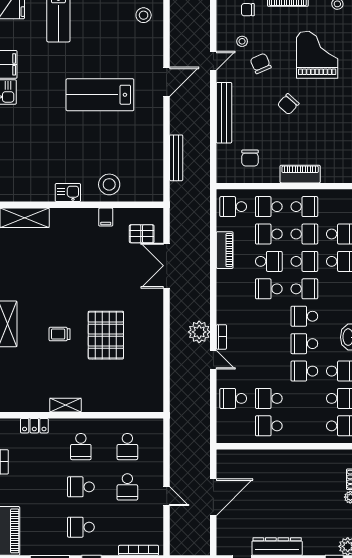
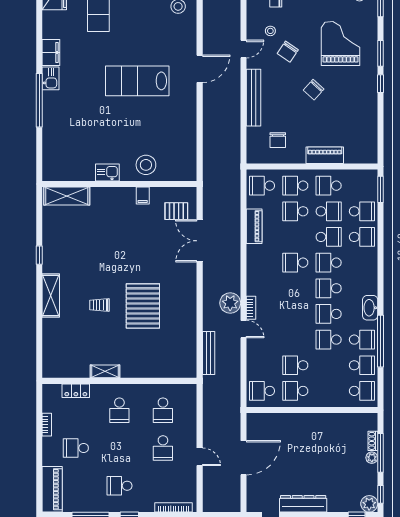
chair: (261, 63) -> (288, 52), turned -123
bench: (176, 158) -> (209, 353), moved
school desk: (304, 207) -> (329, 186), turned 180
school desk: (269, 261) -> (295, 237), removed
school desk: (304, 289) -> (329, 263), turned 180
school desk: (233, 398) -> (262, 391), moved
school desk: (81, 487) -> (76, 448), moved

